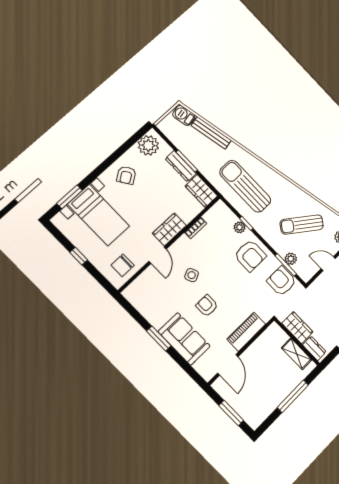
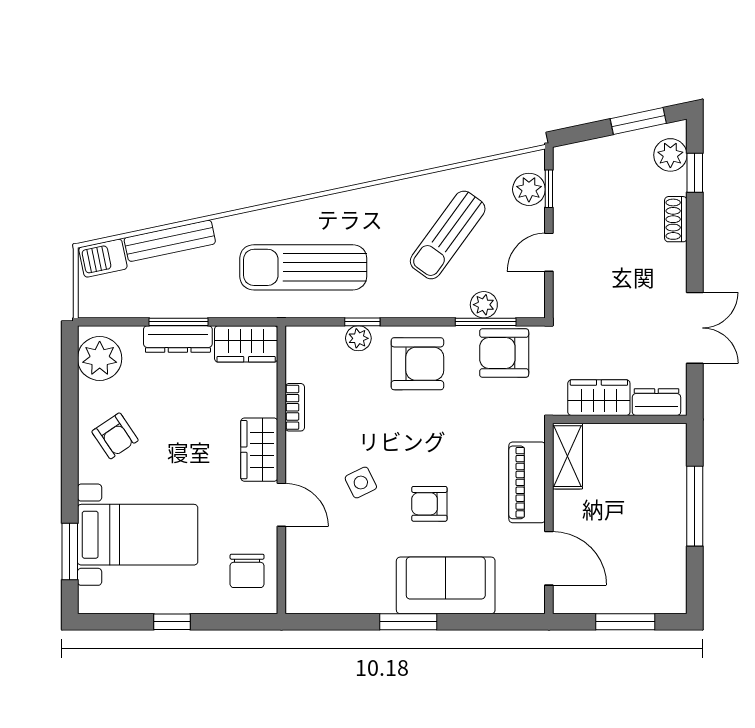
shelving: (297, 354) -> (568, 456), moved, turned 90

